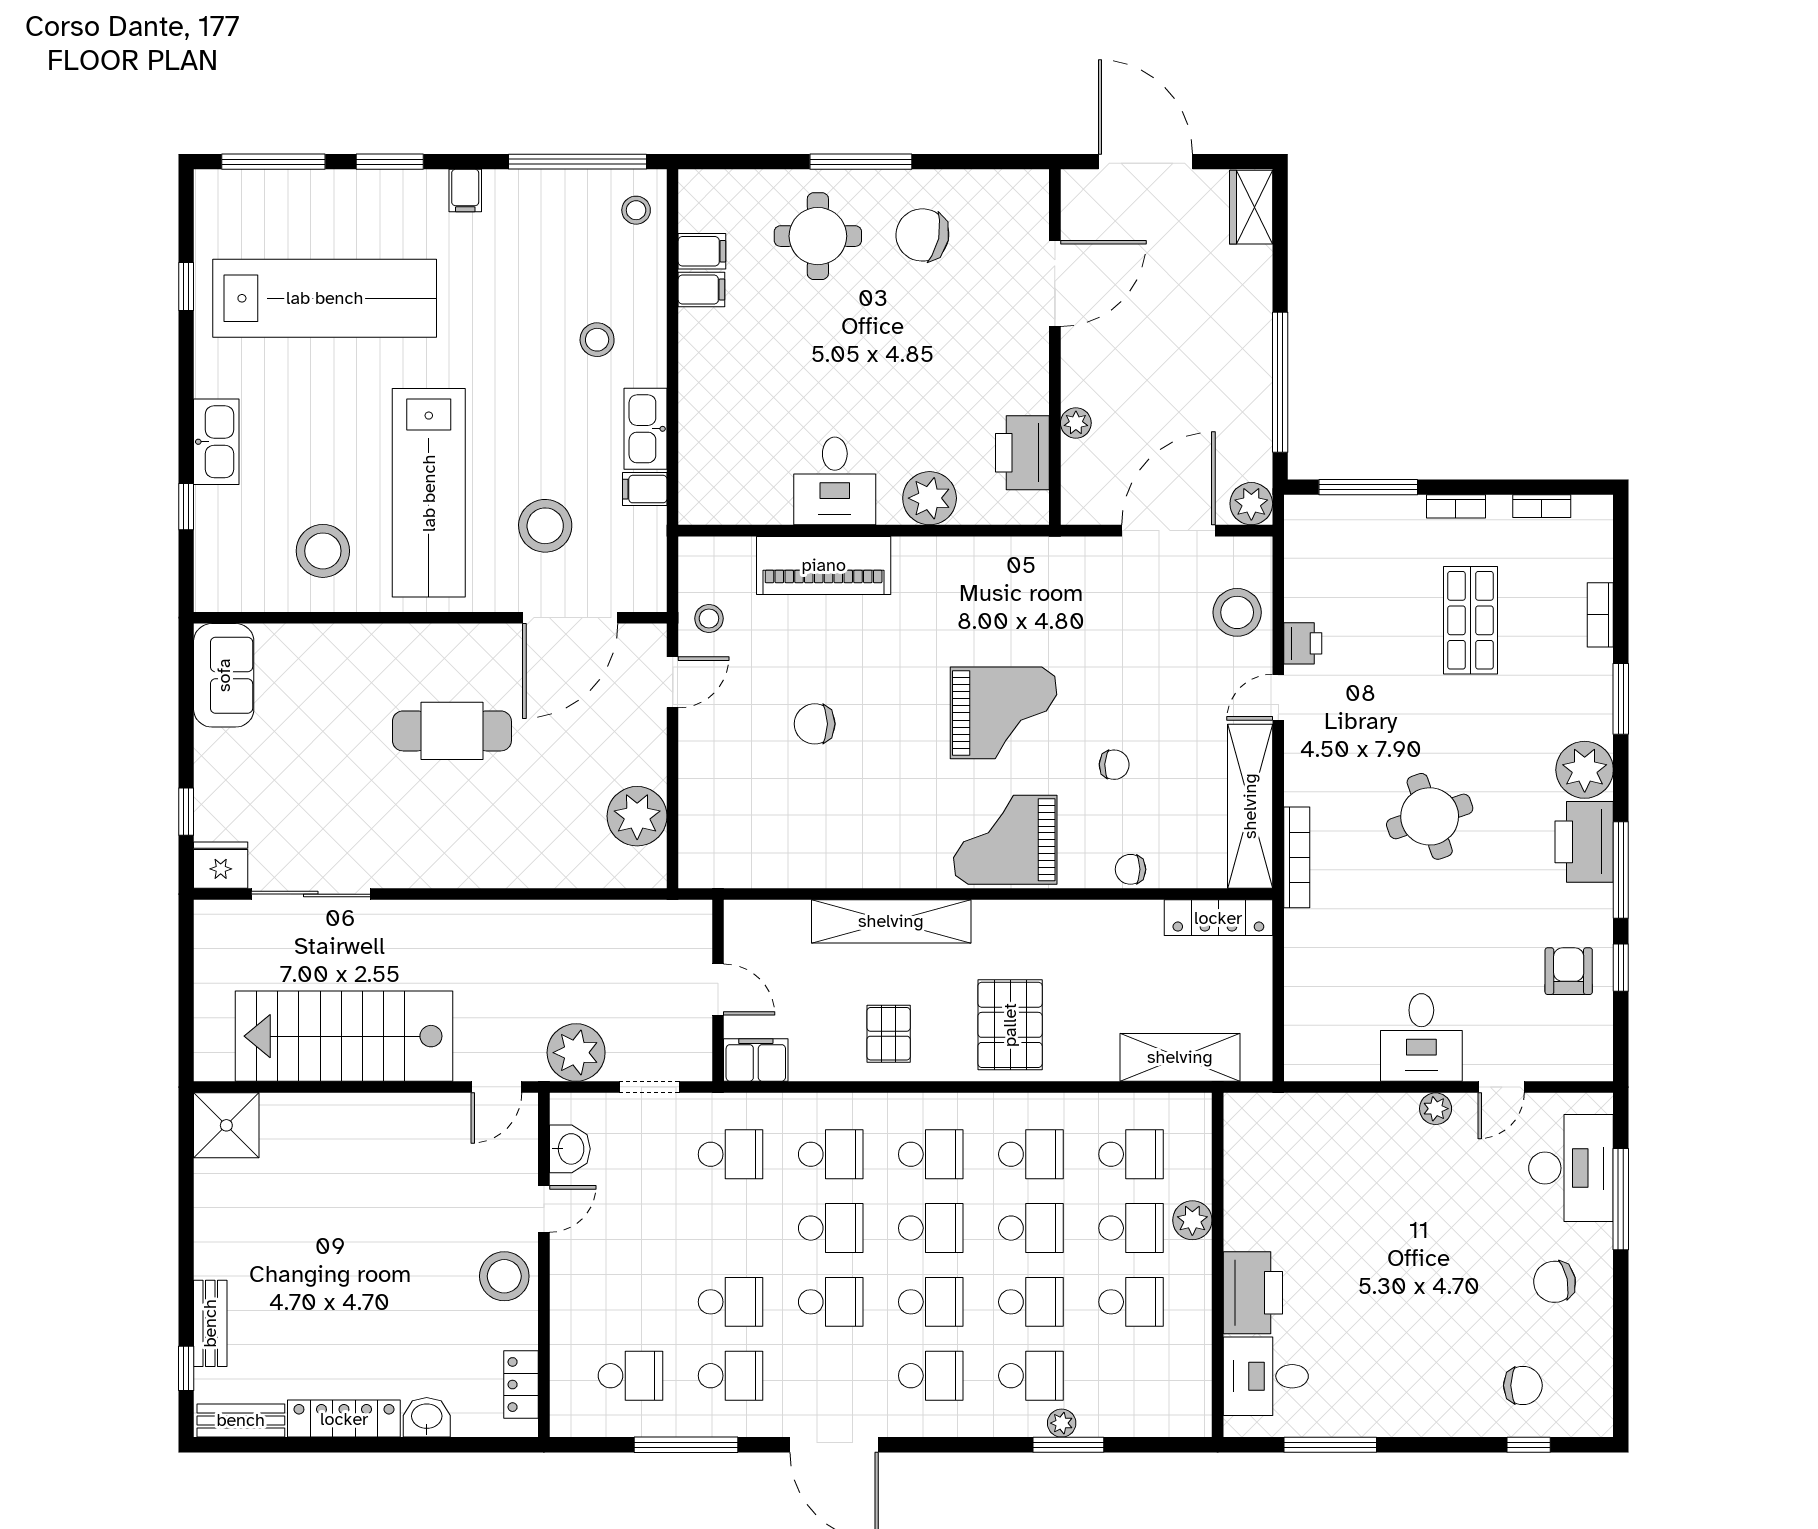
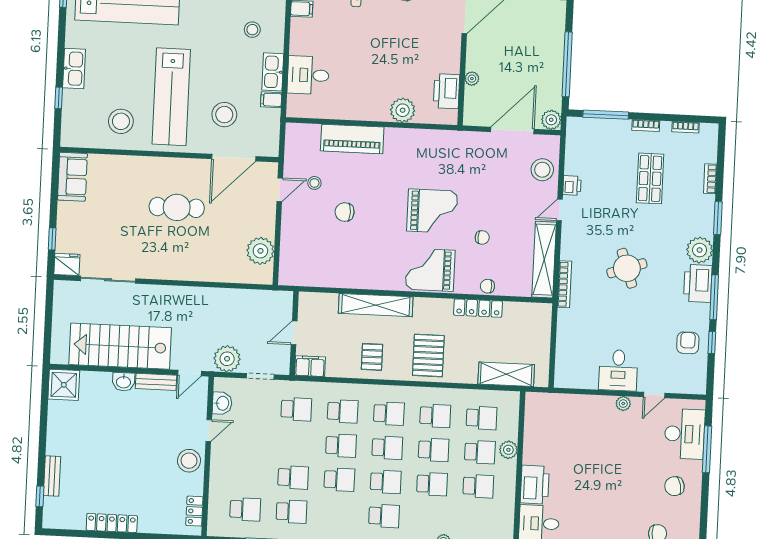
desk: (835, 481) -> (308, 75), moved, turned 90
stool: (709, 618) -> (314, 183), moved
locker: (1218, 918) -> (478, 308), moved
door: (718, 989) -> (294, 333), swing flipped
school desk: (1031, 1376) -> (430, 518), removed
washbasin: (427, 1417) -> (123, 382), moved, turned 180
bench: (241, 1420) -> (156, 382), moved

